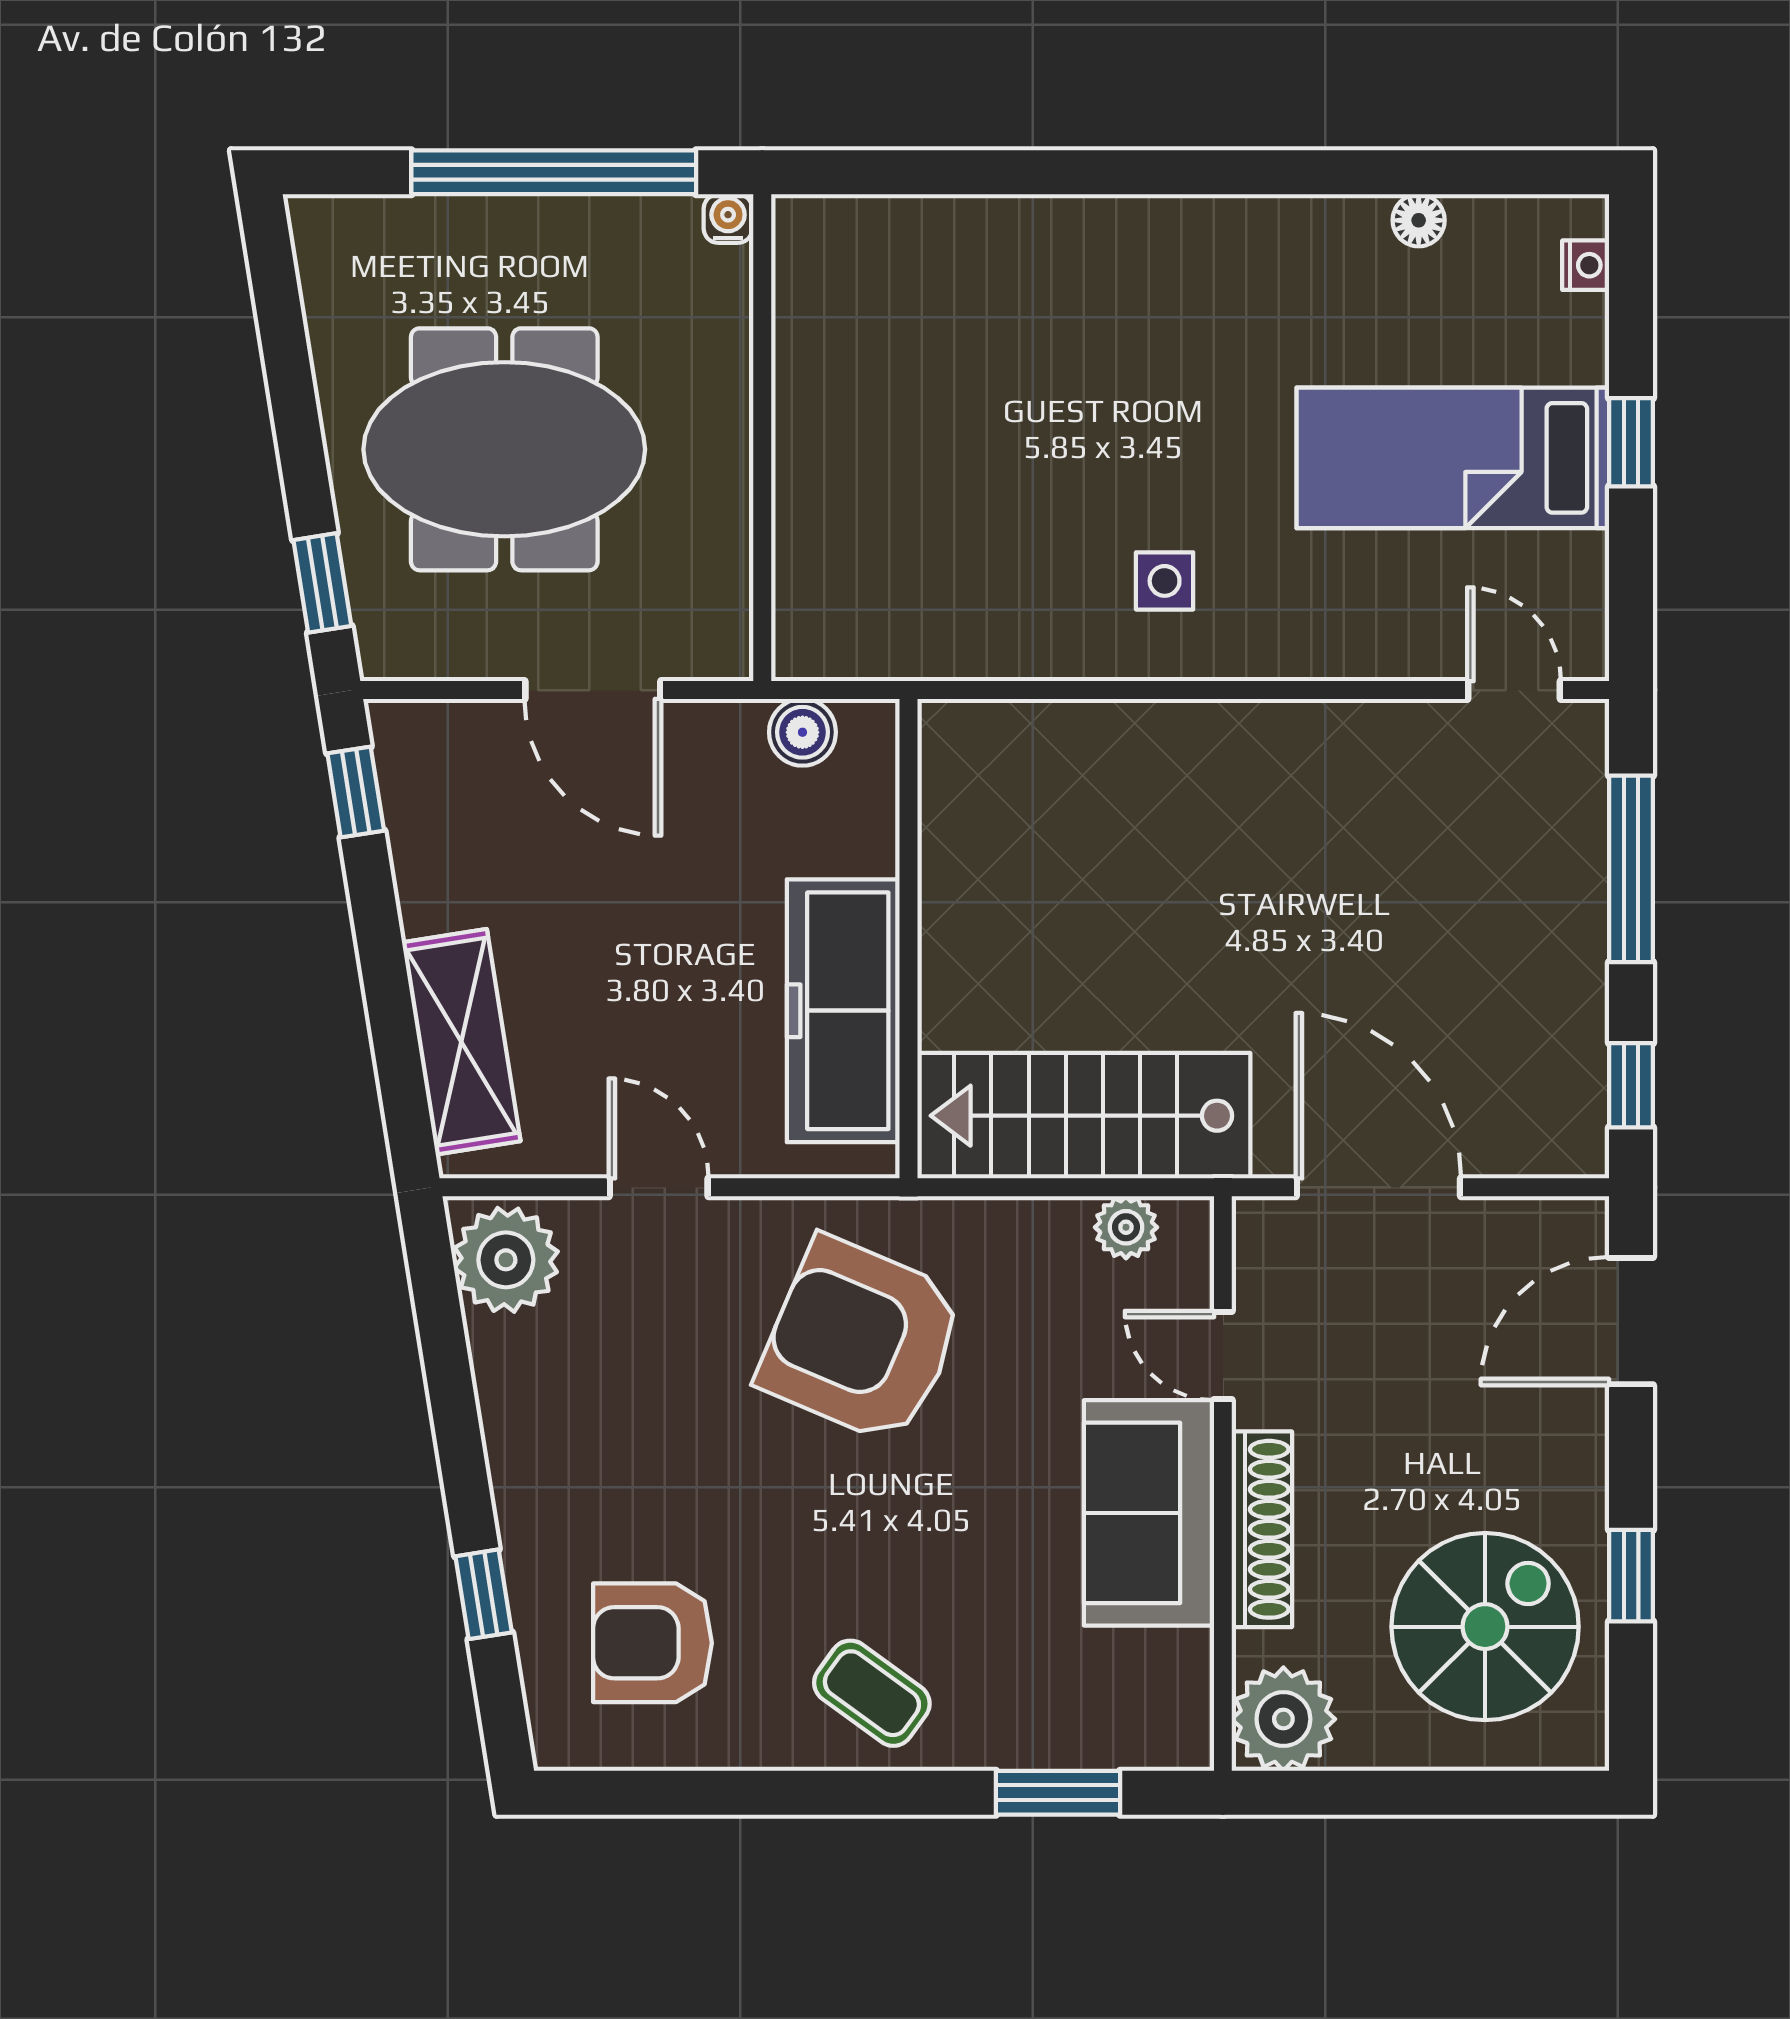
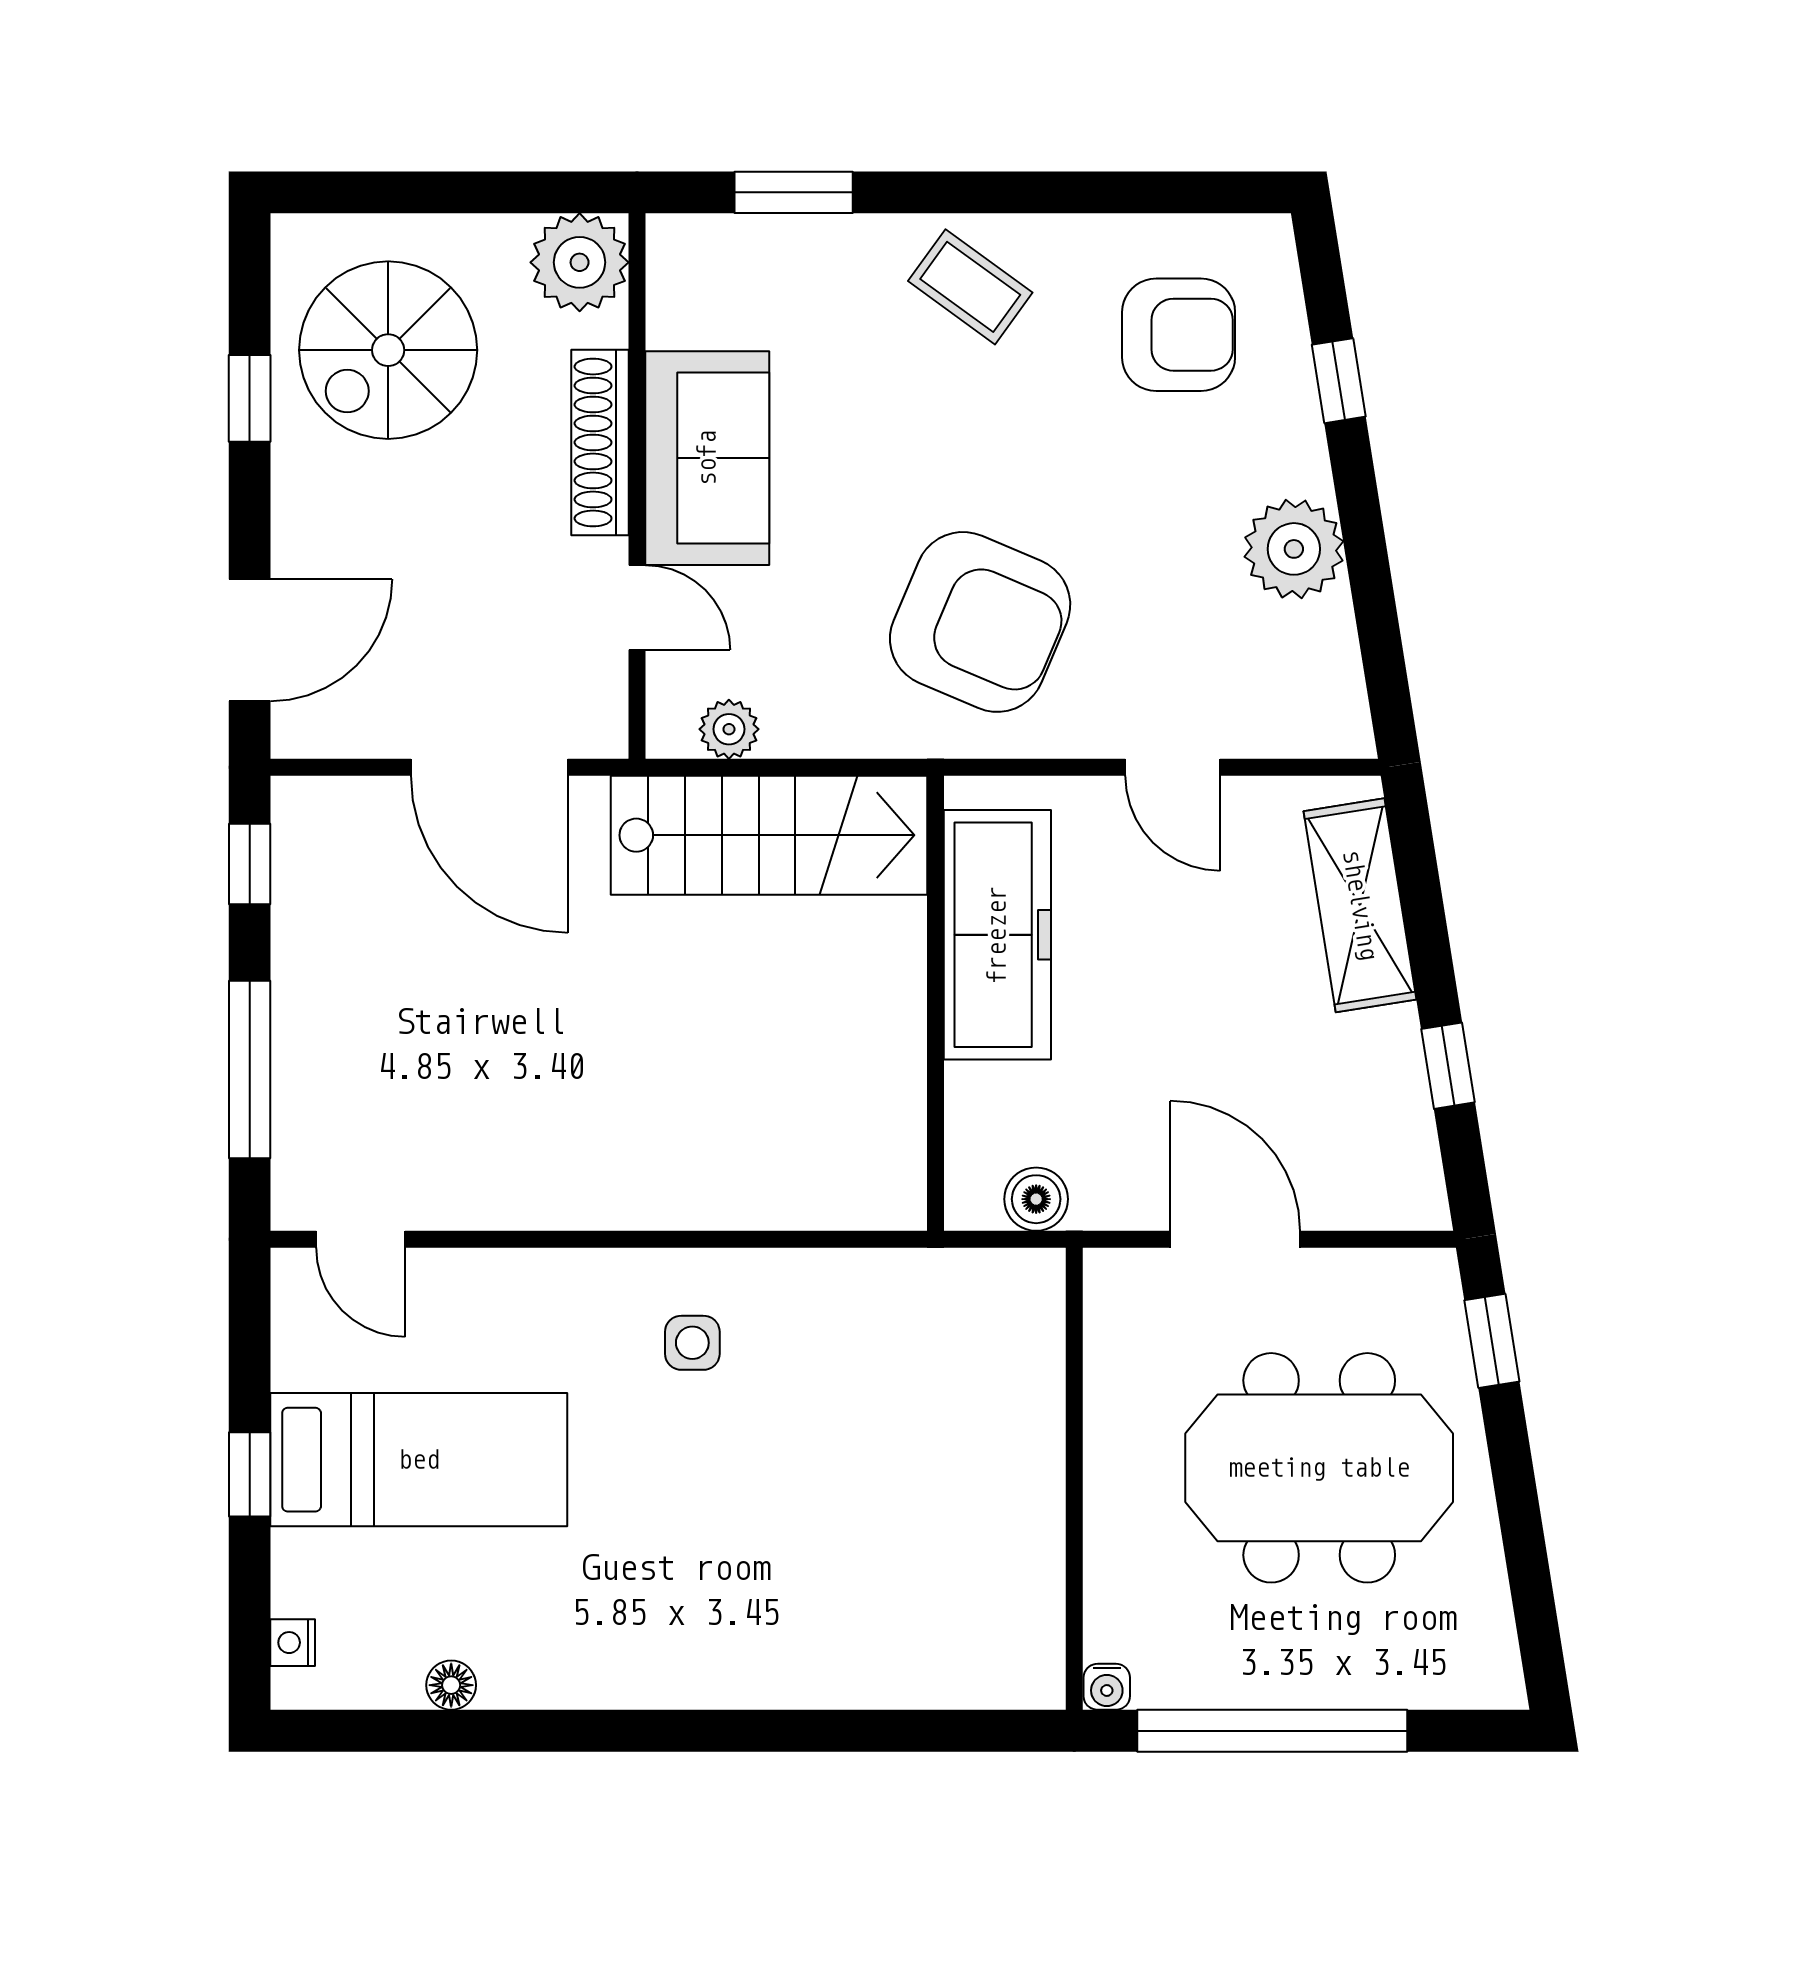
window: (356, 792) -> (1448, 1066), moved
plant: (506, 1260) -> (1294, 549), moved

